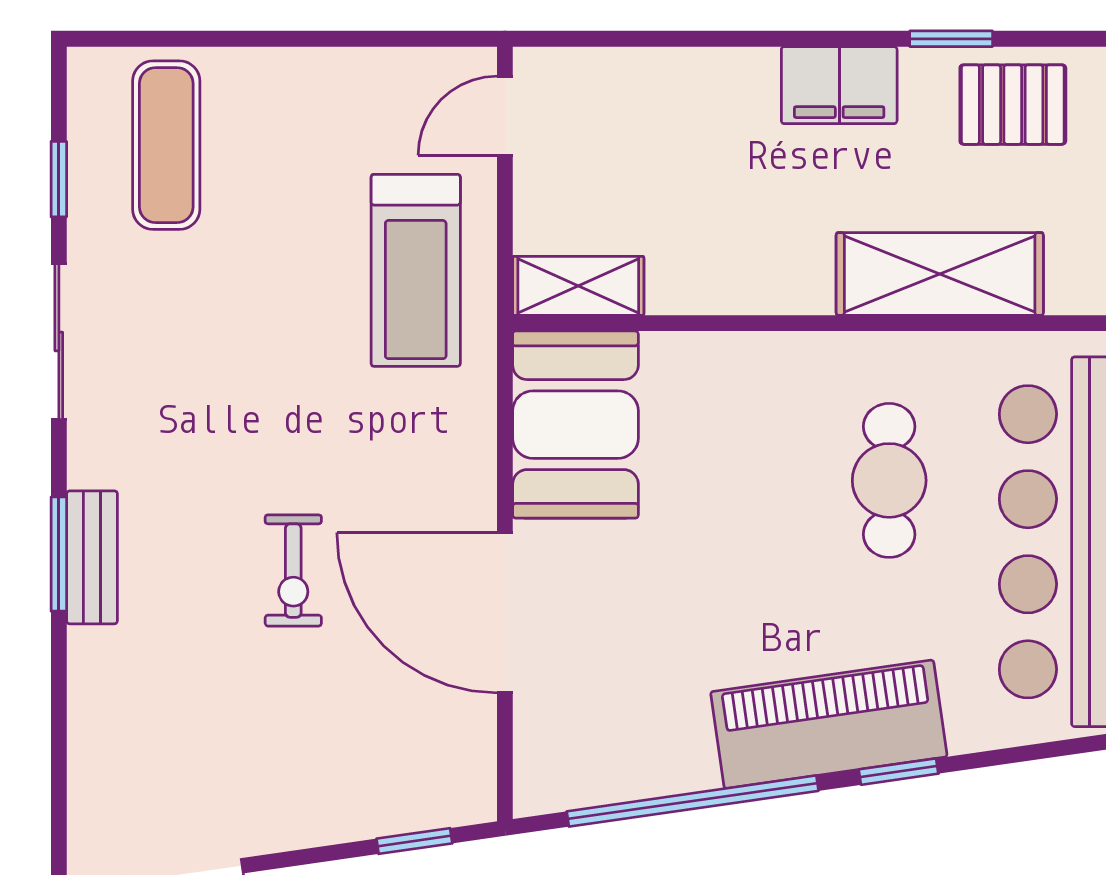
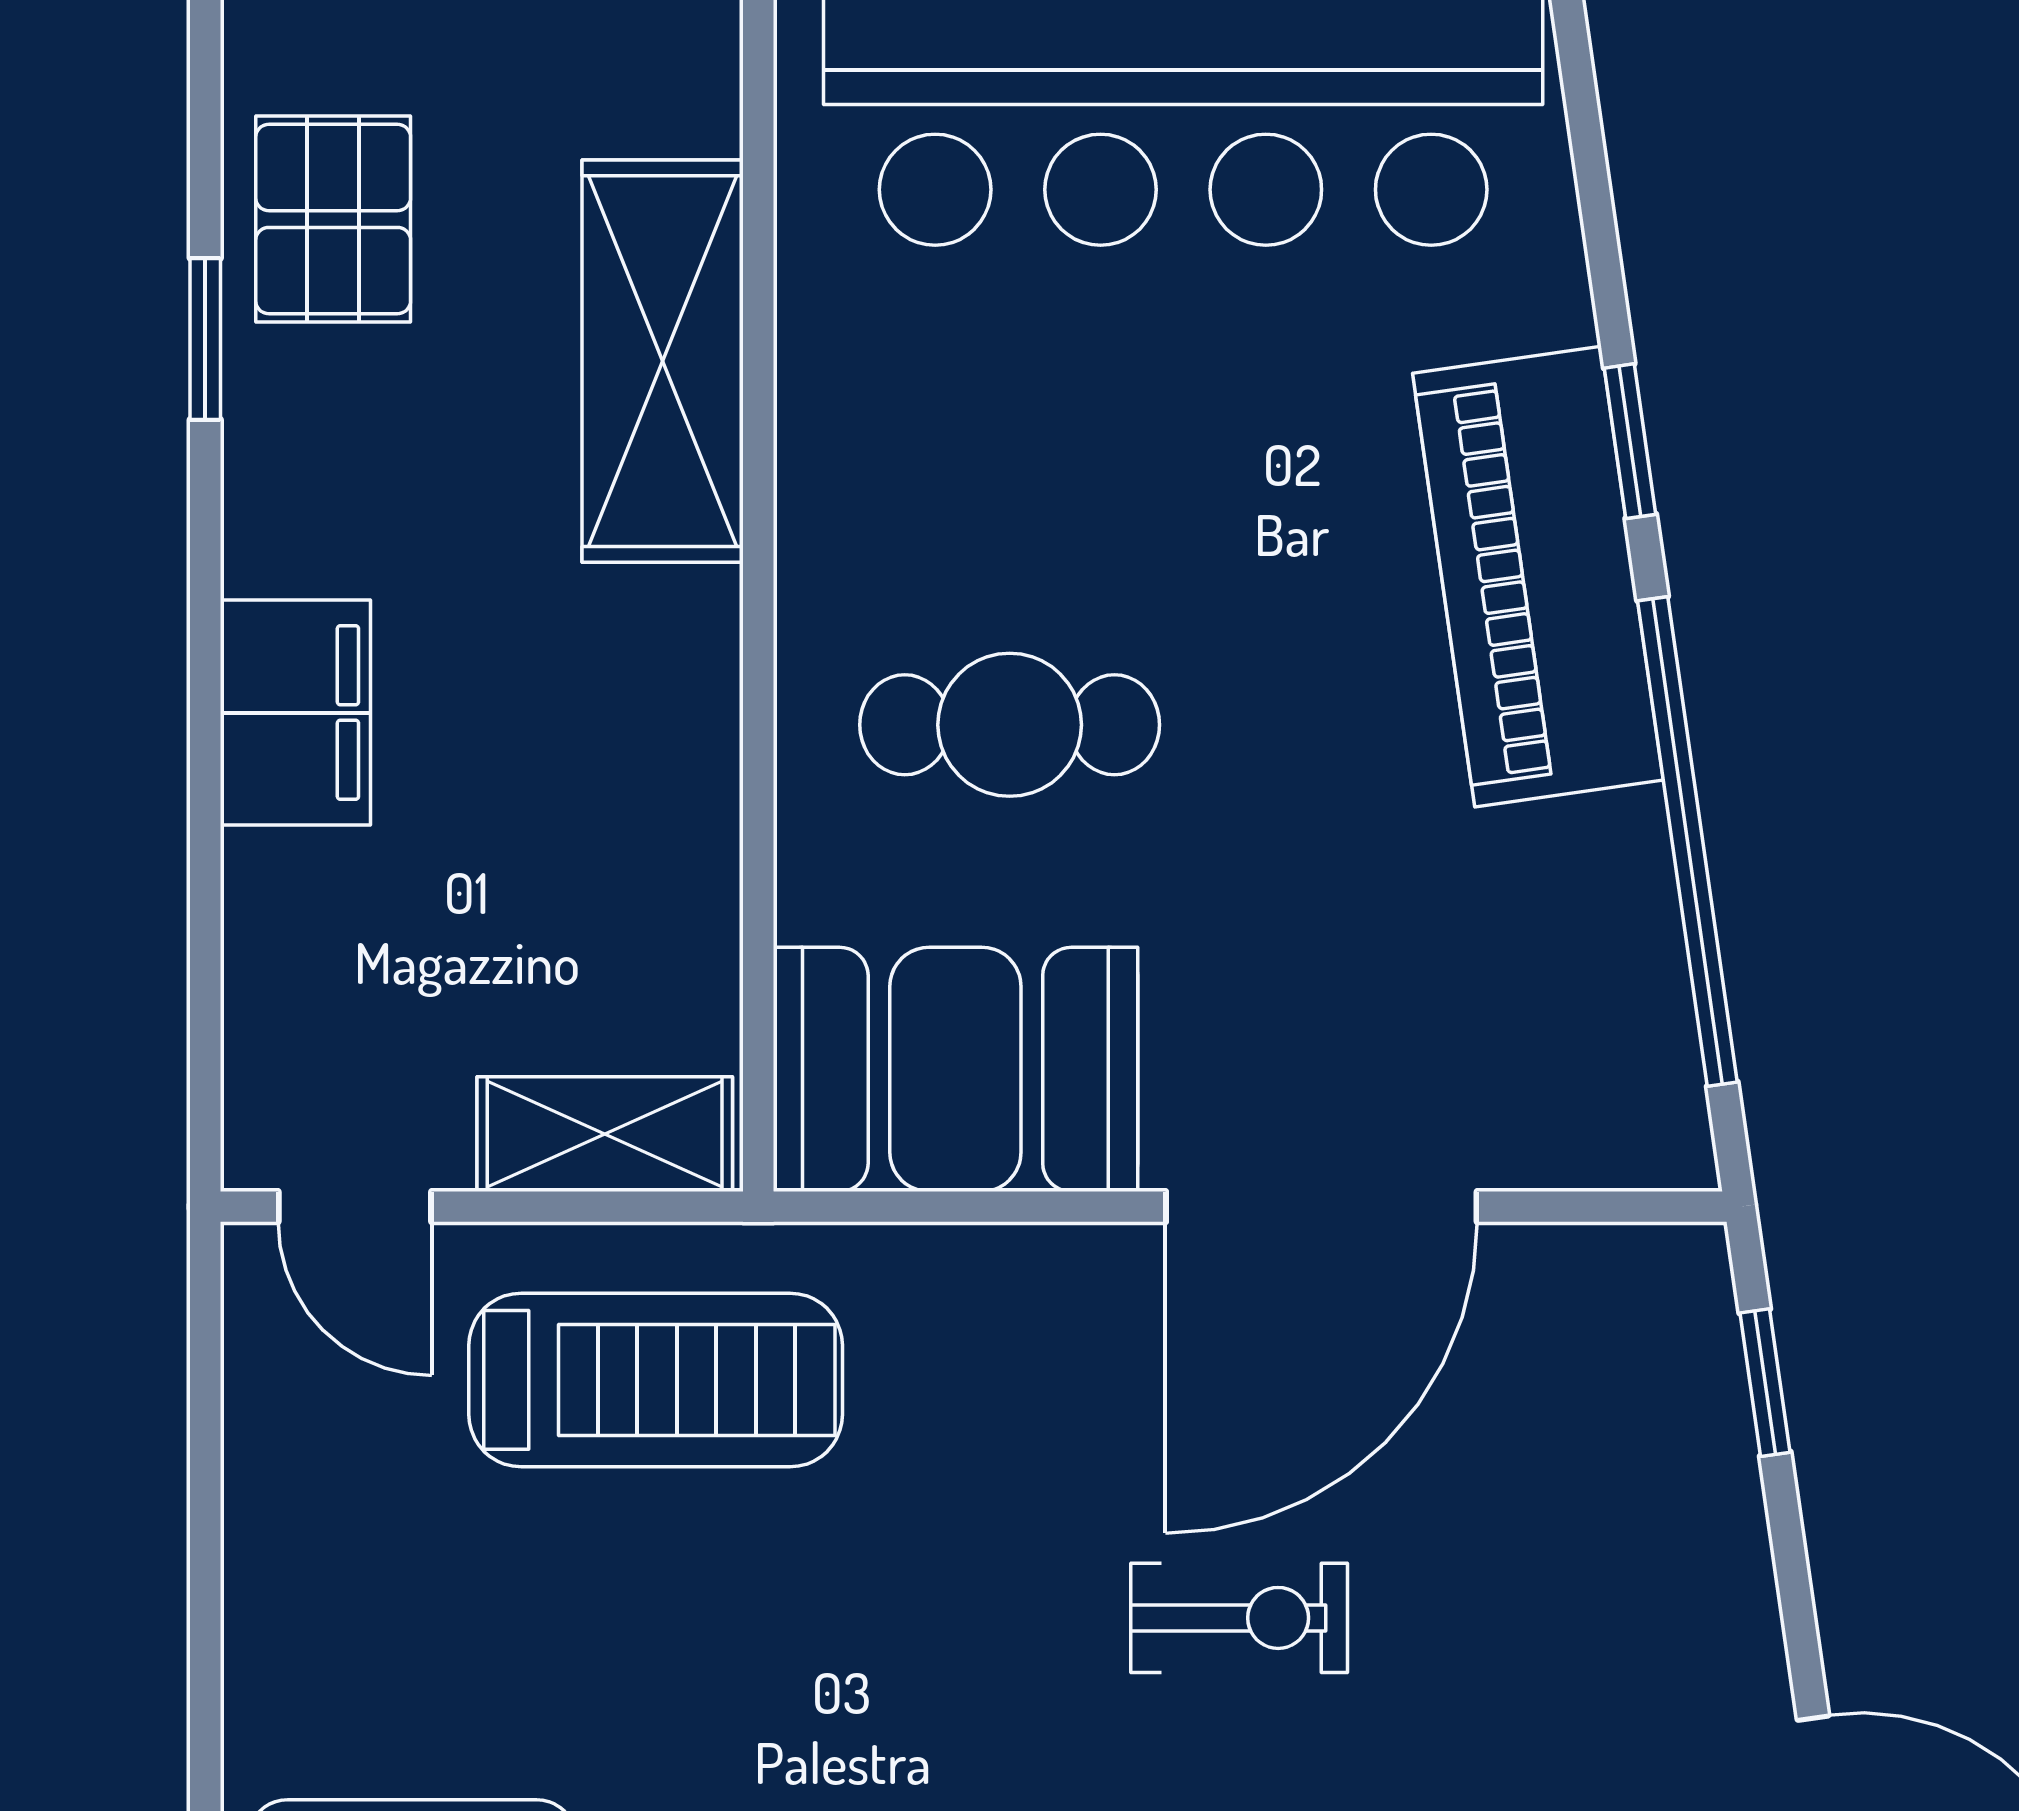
filing cabinet: (839, 85) -> (295, 713), moved
shelving: (578, 286) -> (605, 1134), moved, turned 90
cafe table: (889, 480) -> (1010, 725), moved

